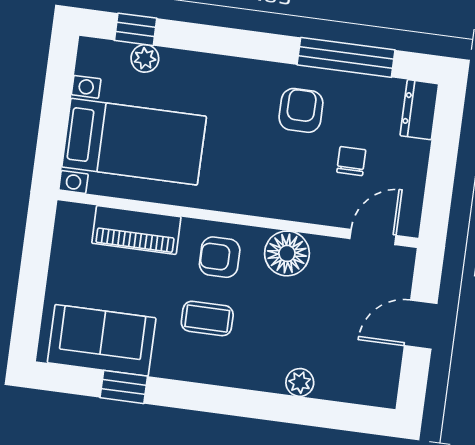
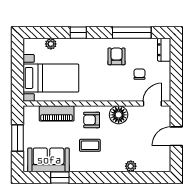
window: (136, 29) -> (78, 33), moved
window: (33, 277) -> (17, 138), added

